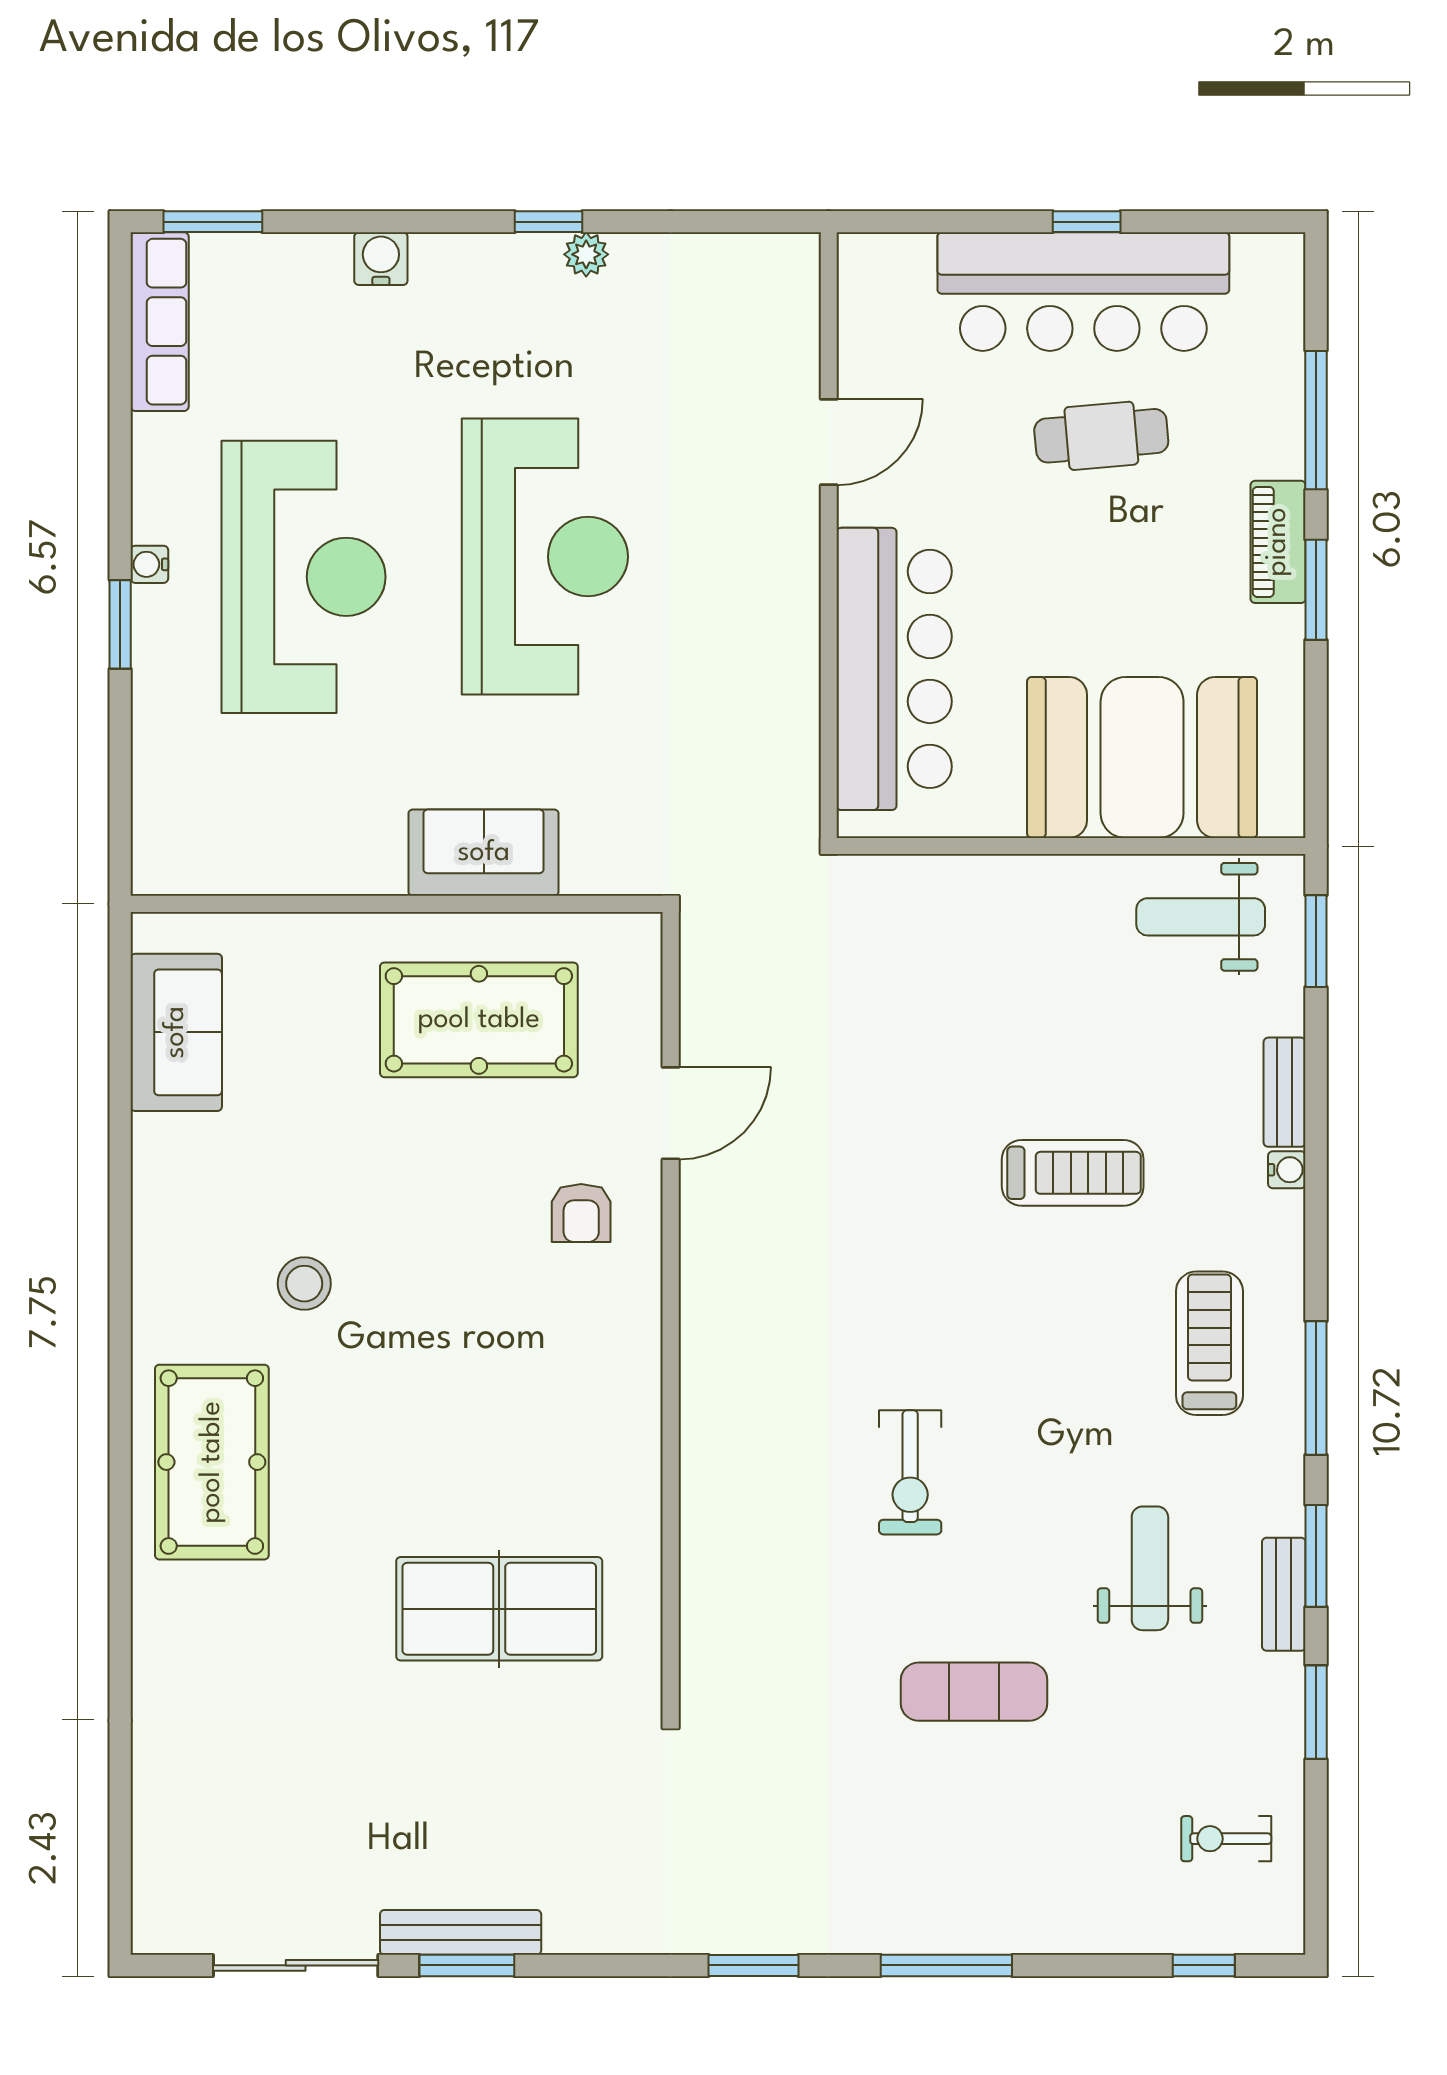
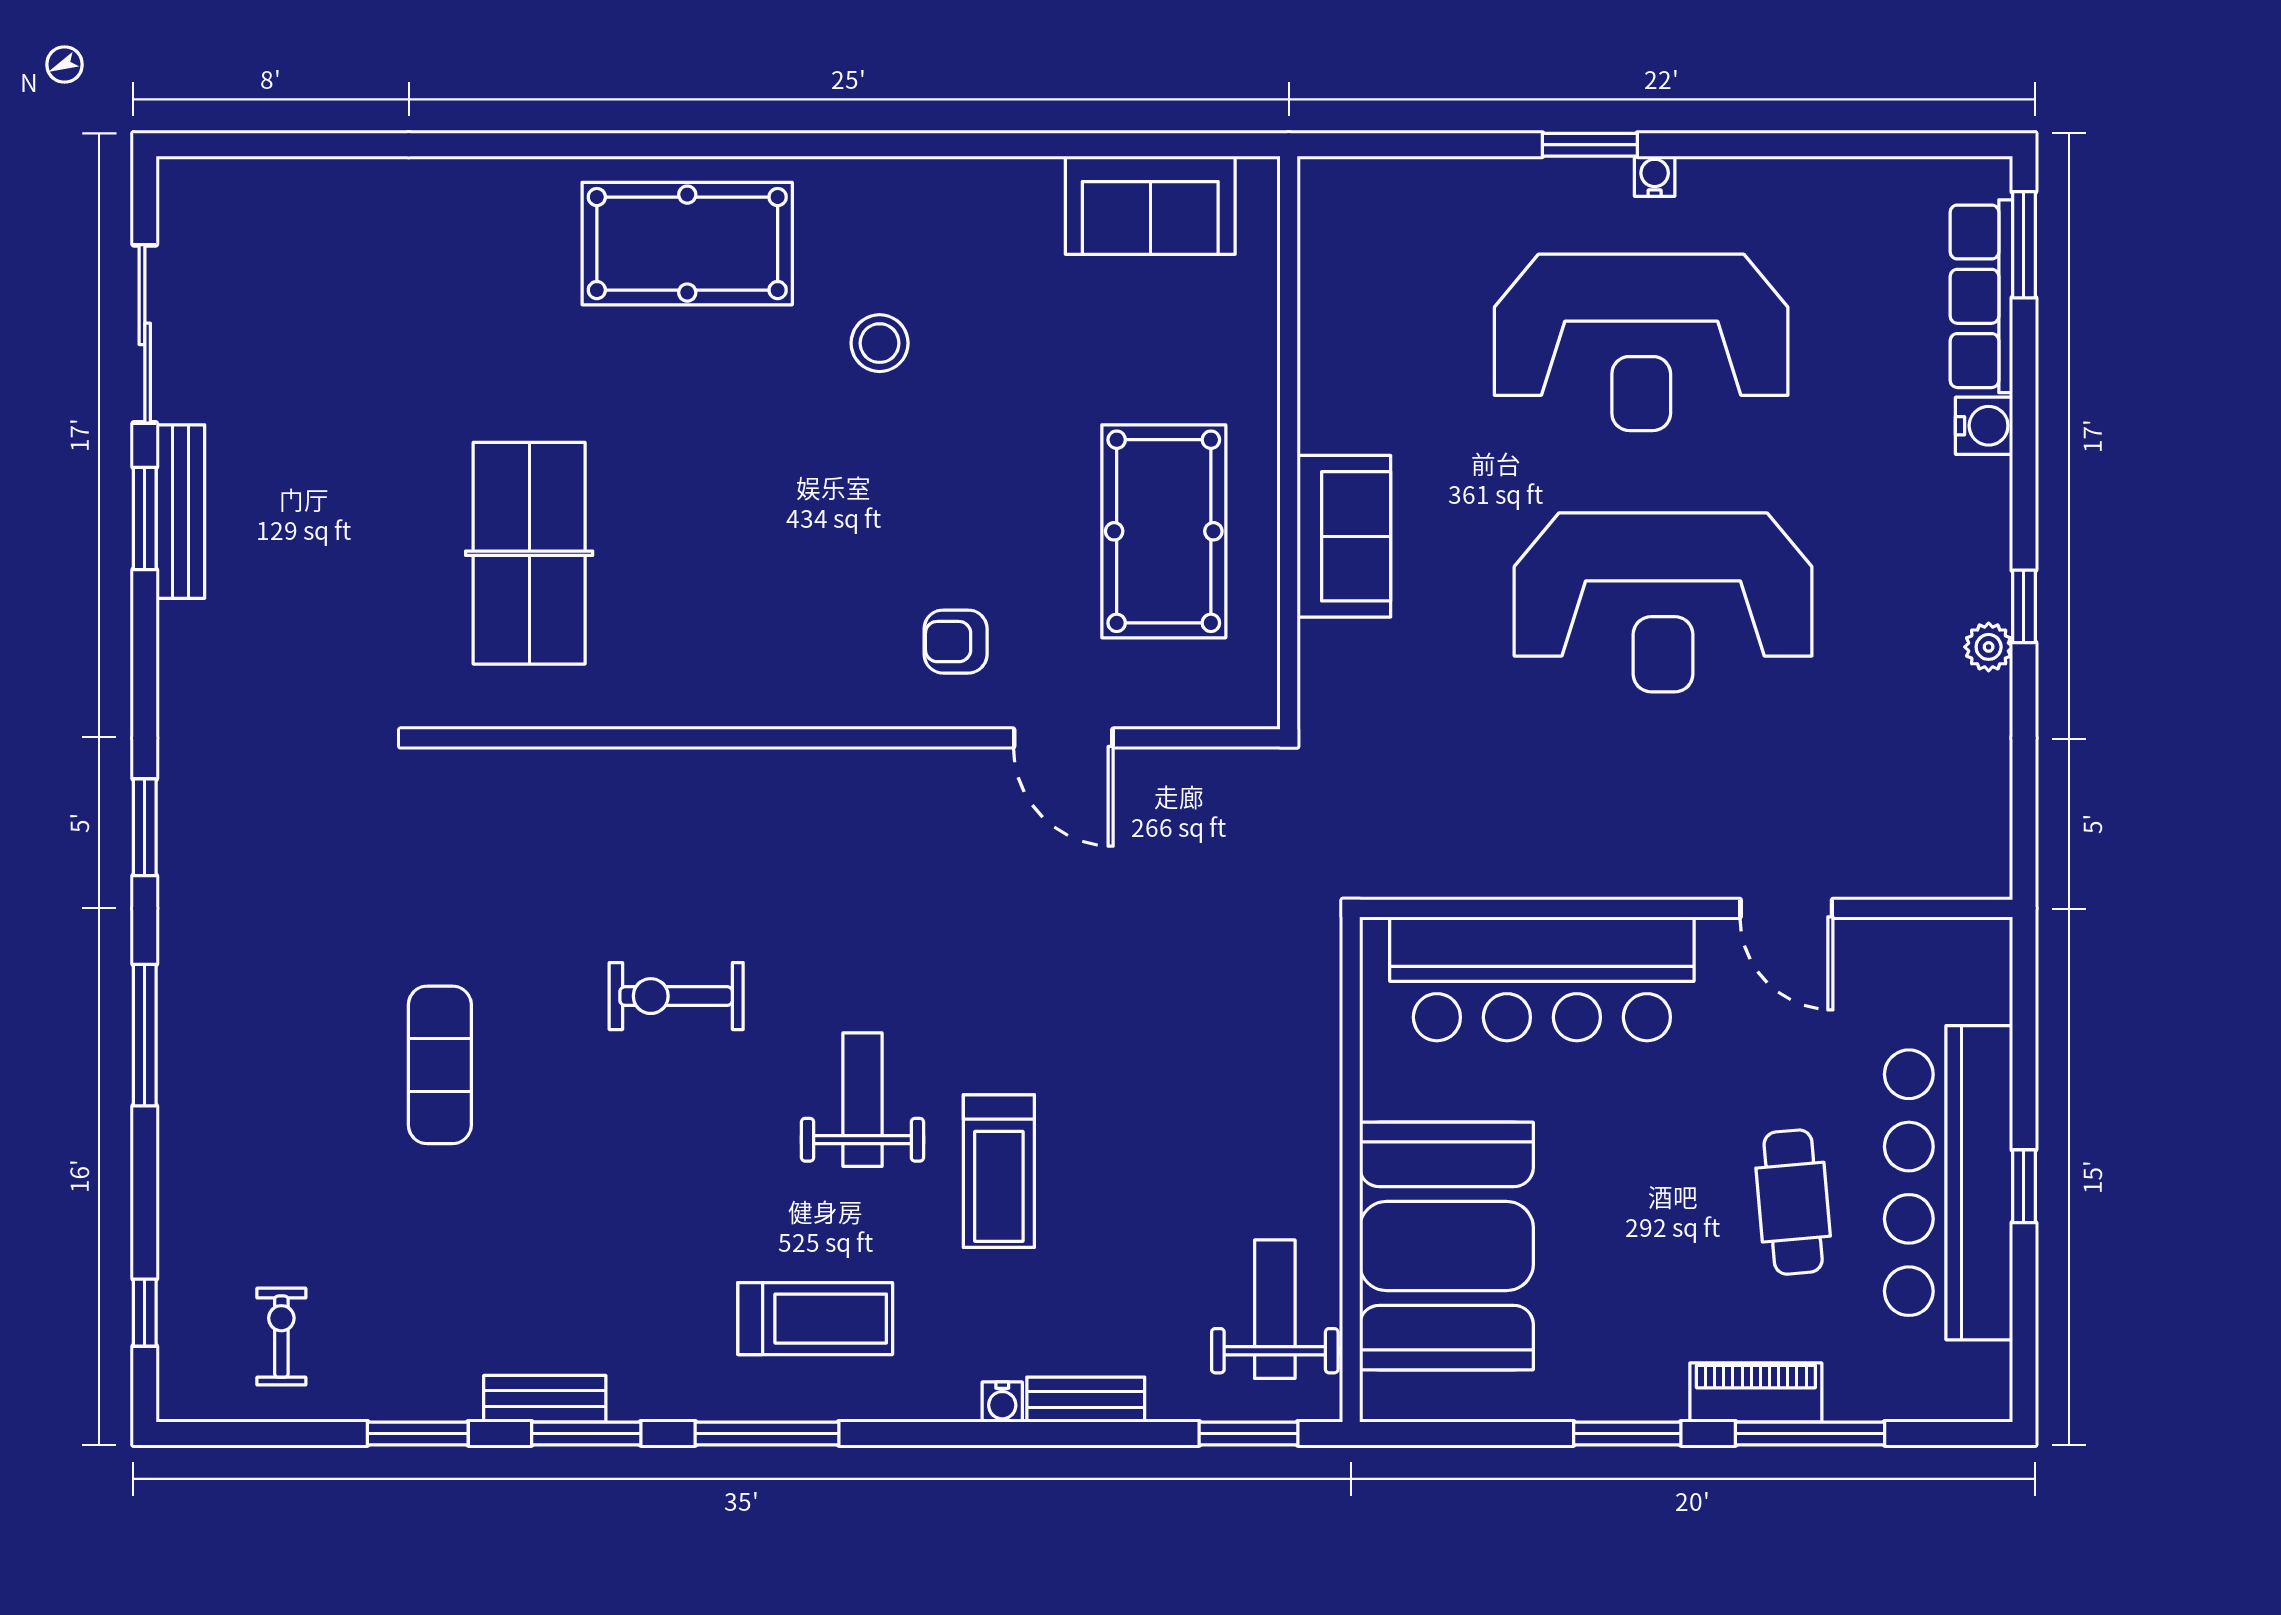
row of seats: (160, 322) -> (1981, 296), moved, turned 90
piano: (1278, 542) -> (1756, 1393), moved
weight bench: (1150, 1568) -> (862, 1100), moved, turned -90

